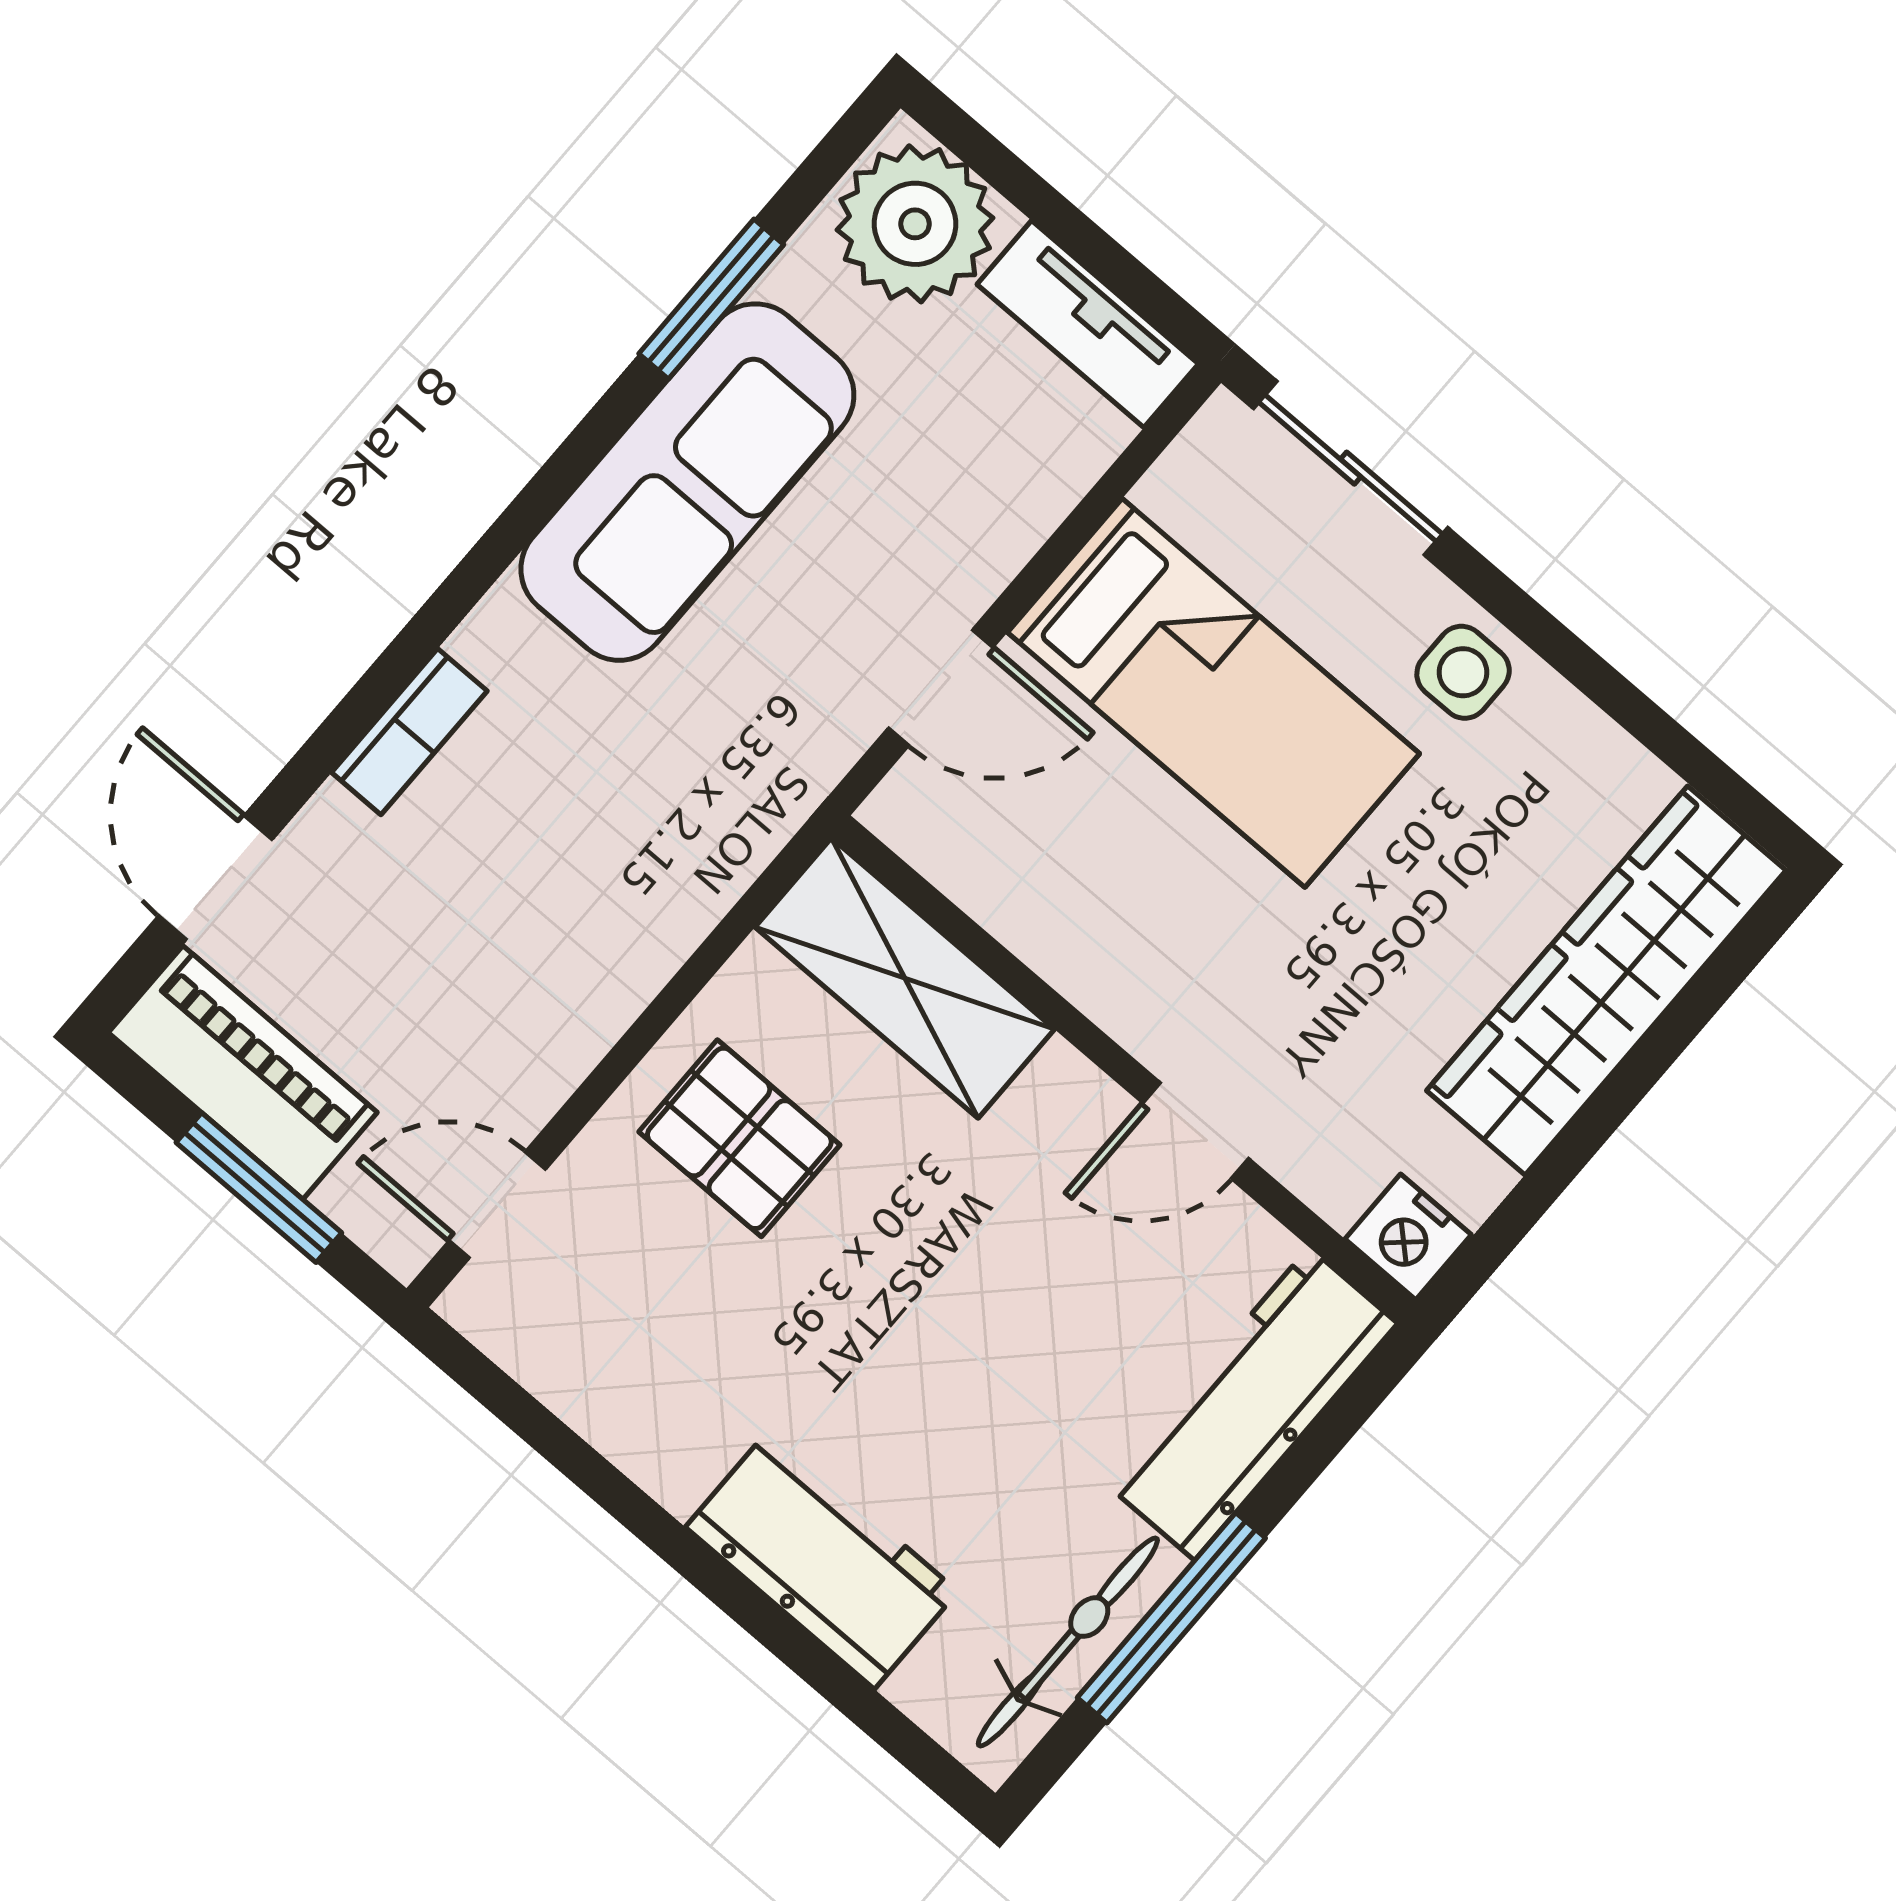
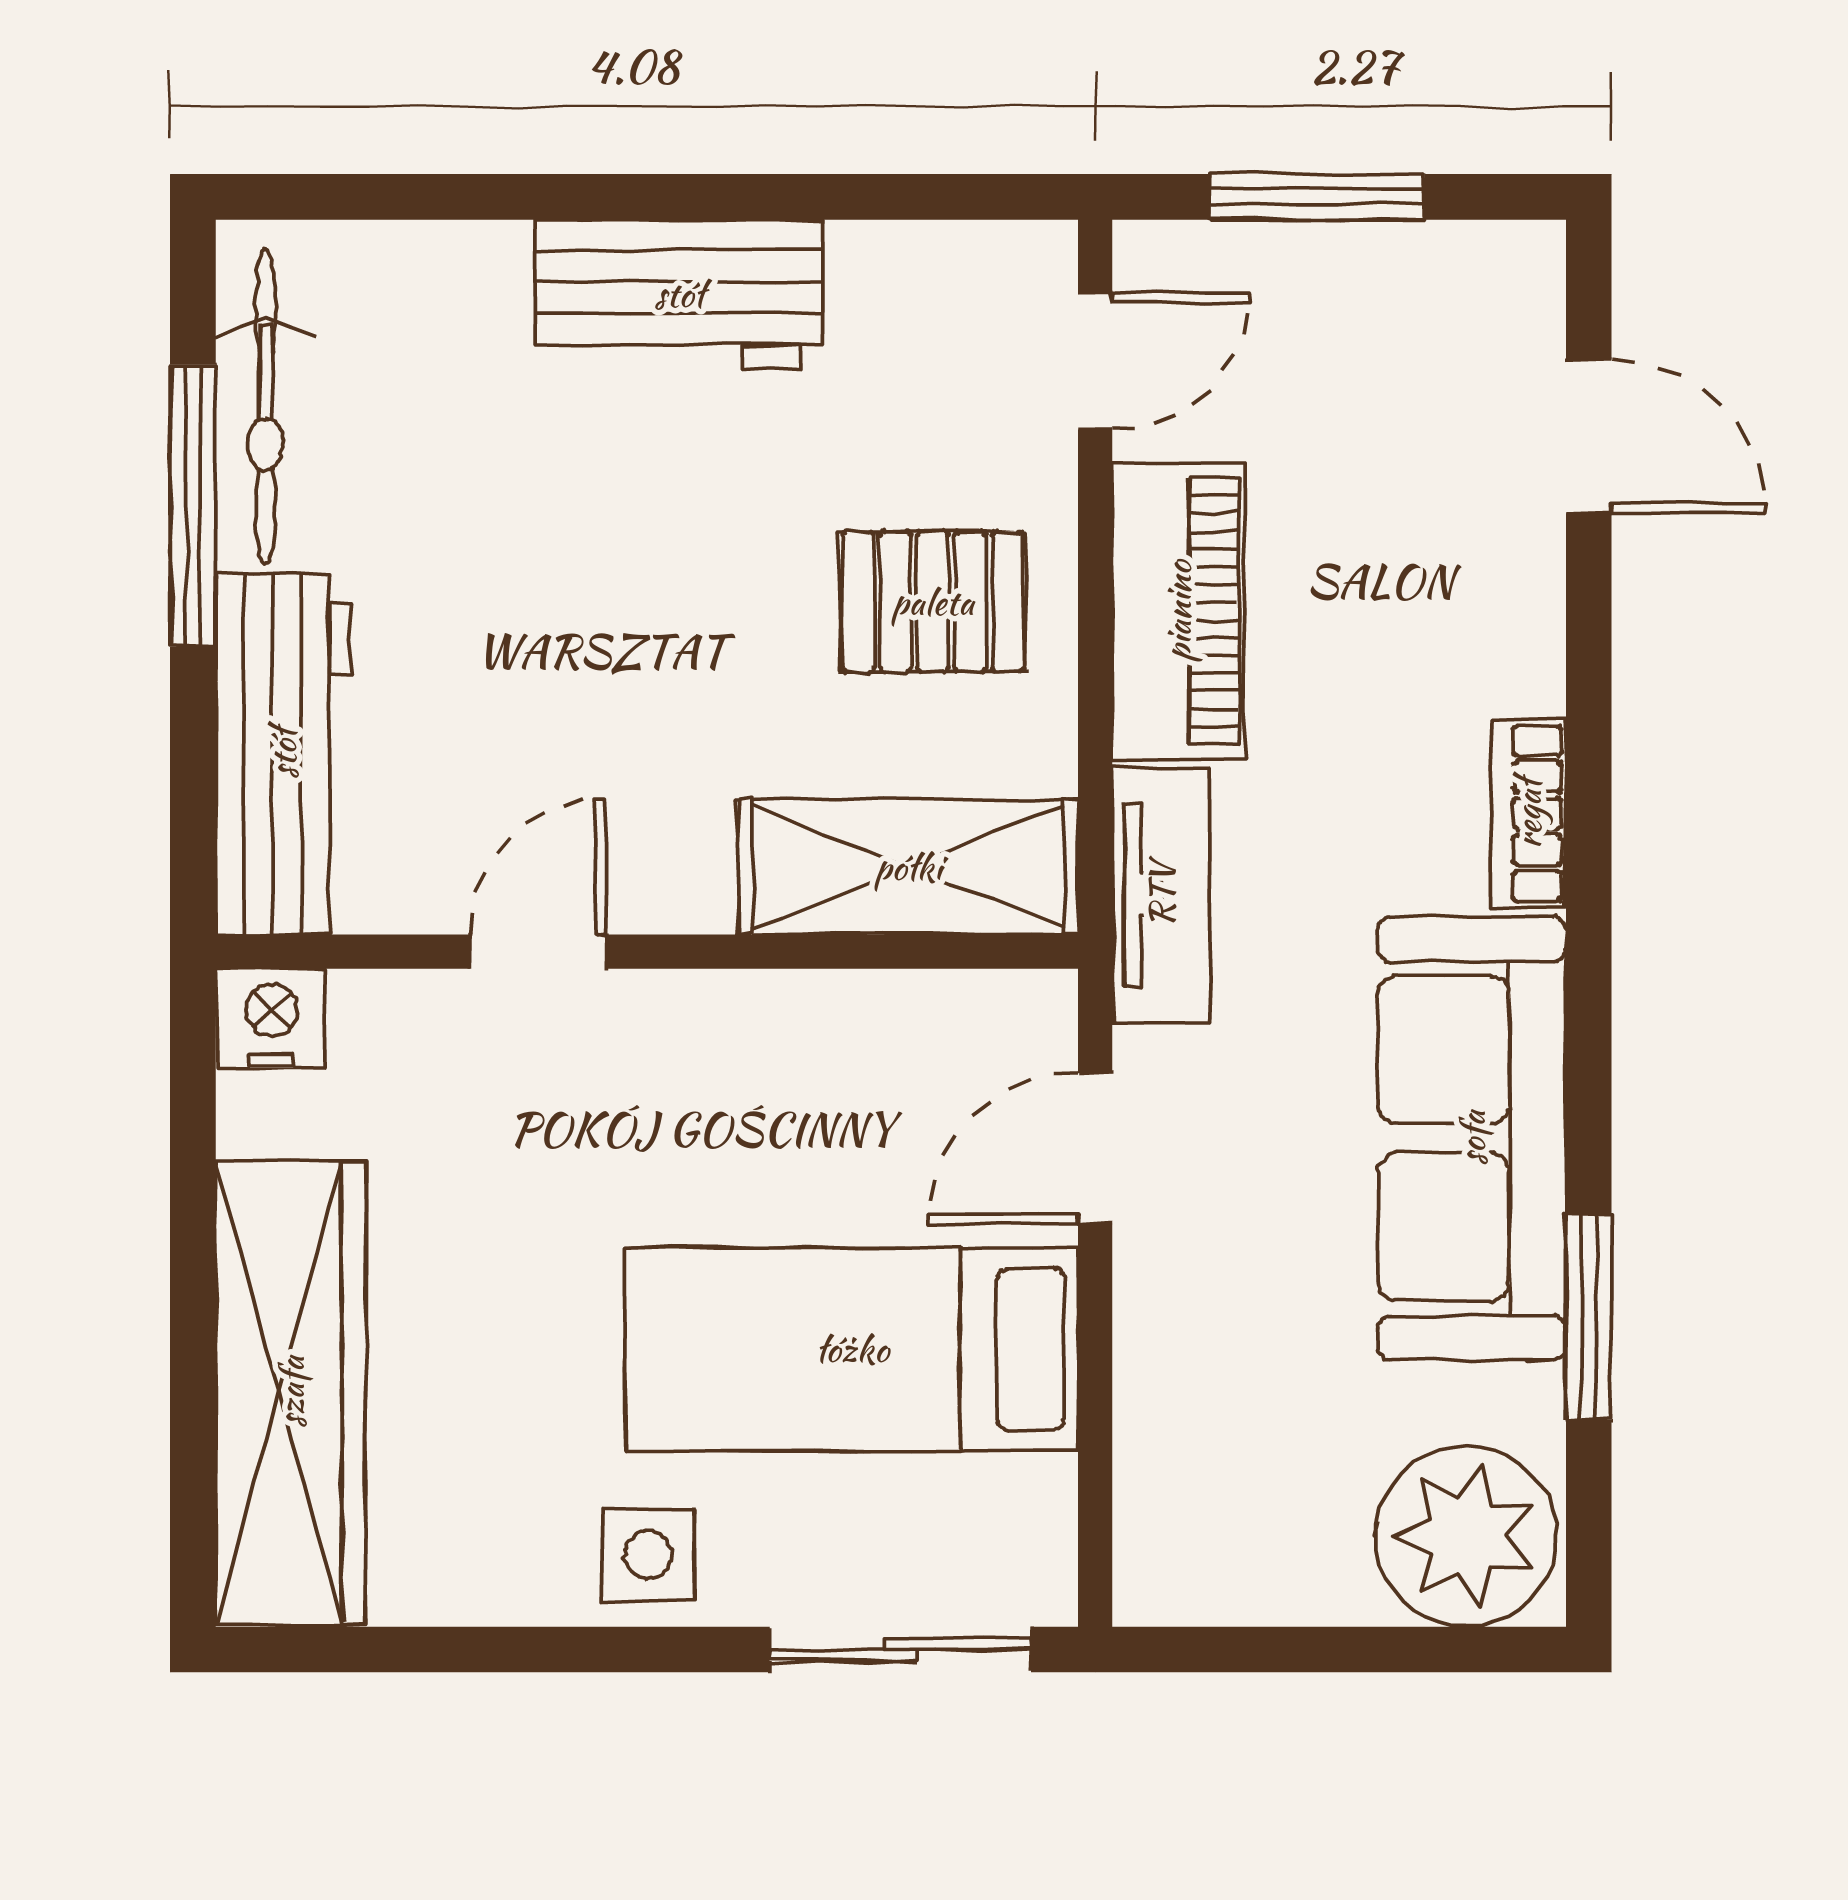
tv unit: (1088, 324) -> (1161, 895), moved, turned 90
bookcase: (409, 732) -> (1528, 814), moved
piano: (243, 1073) -> (1178, 611), moved, turned -90
workbench: (822, 1559) -> (679, 294), moved

